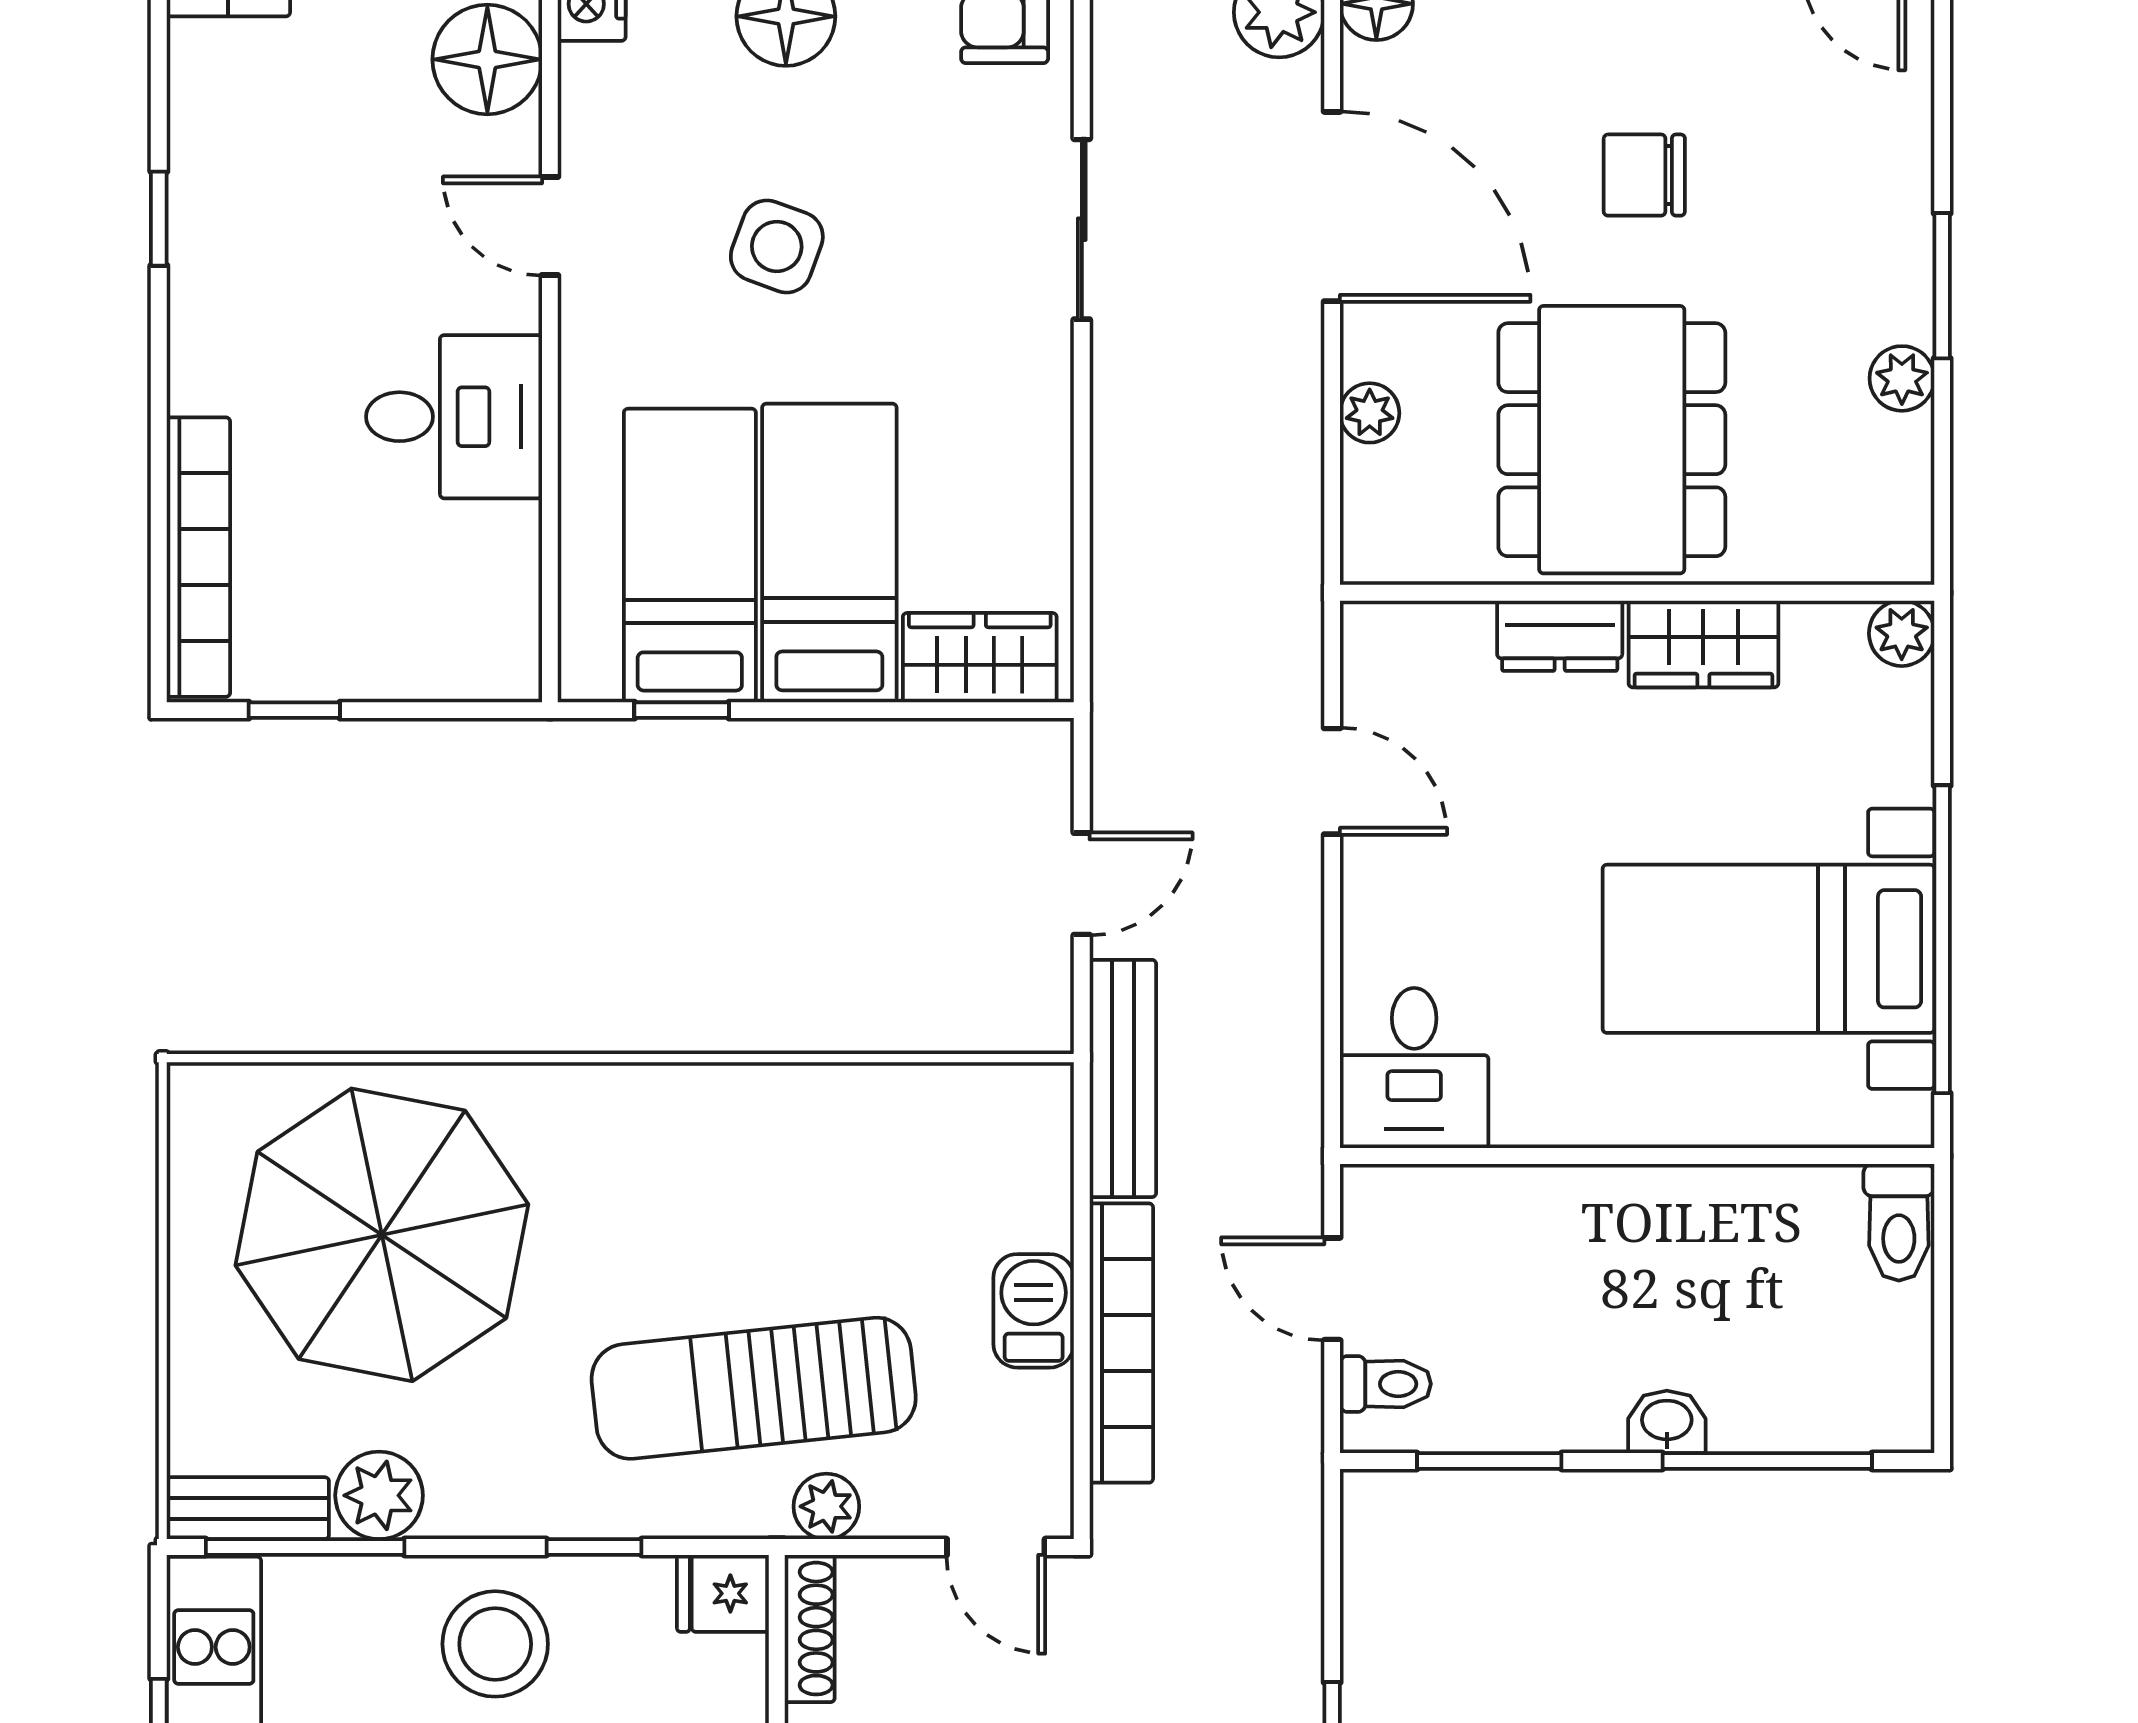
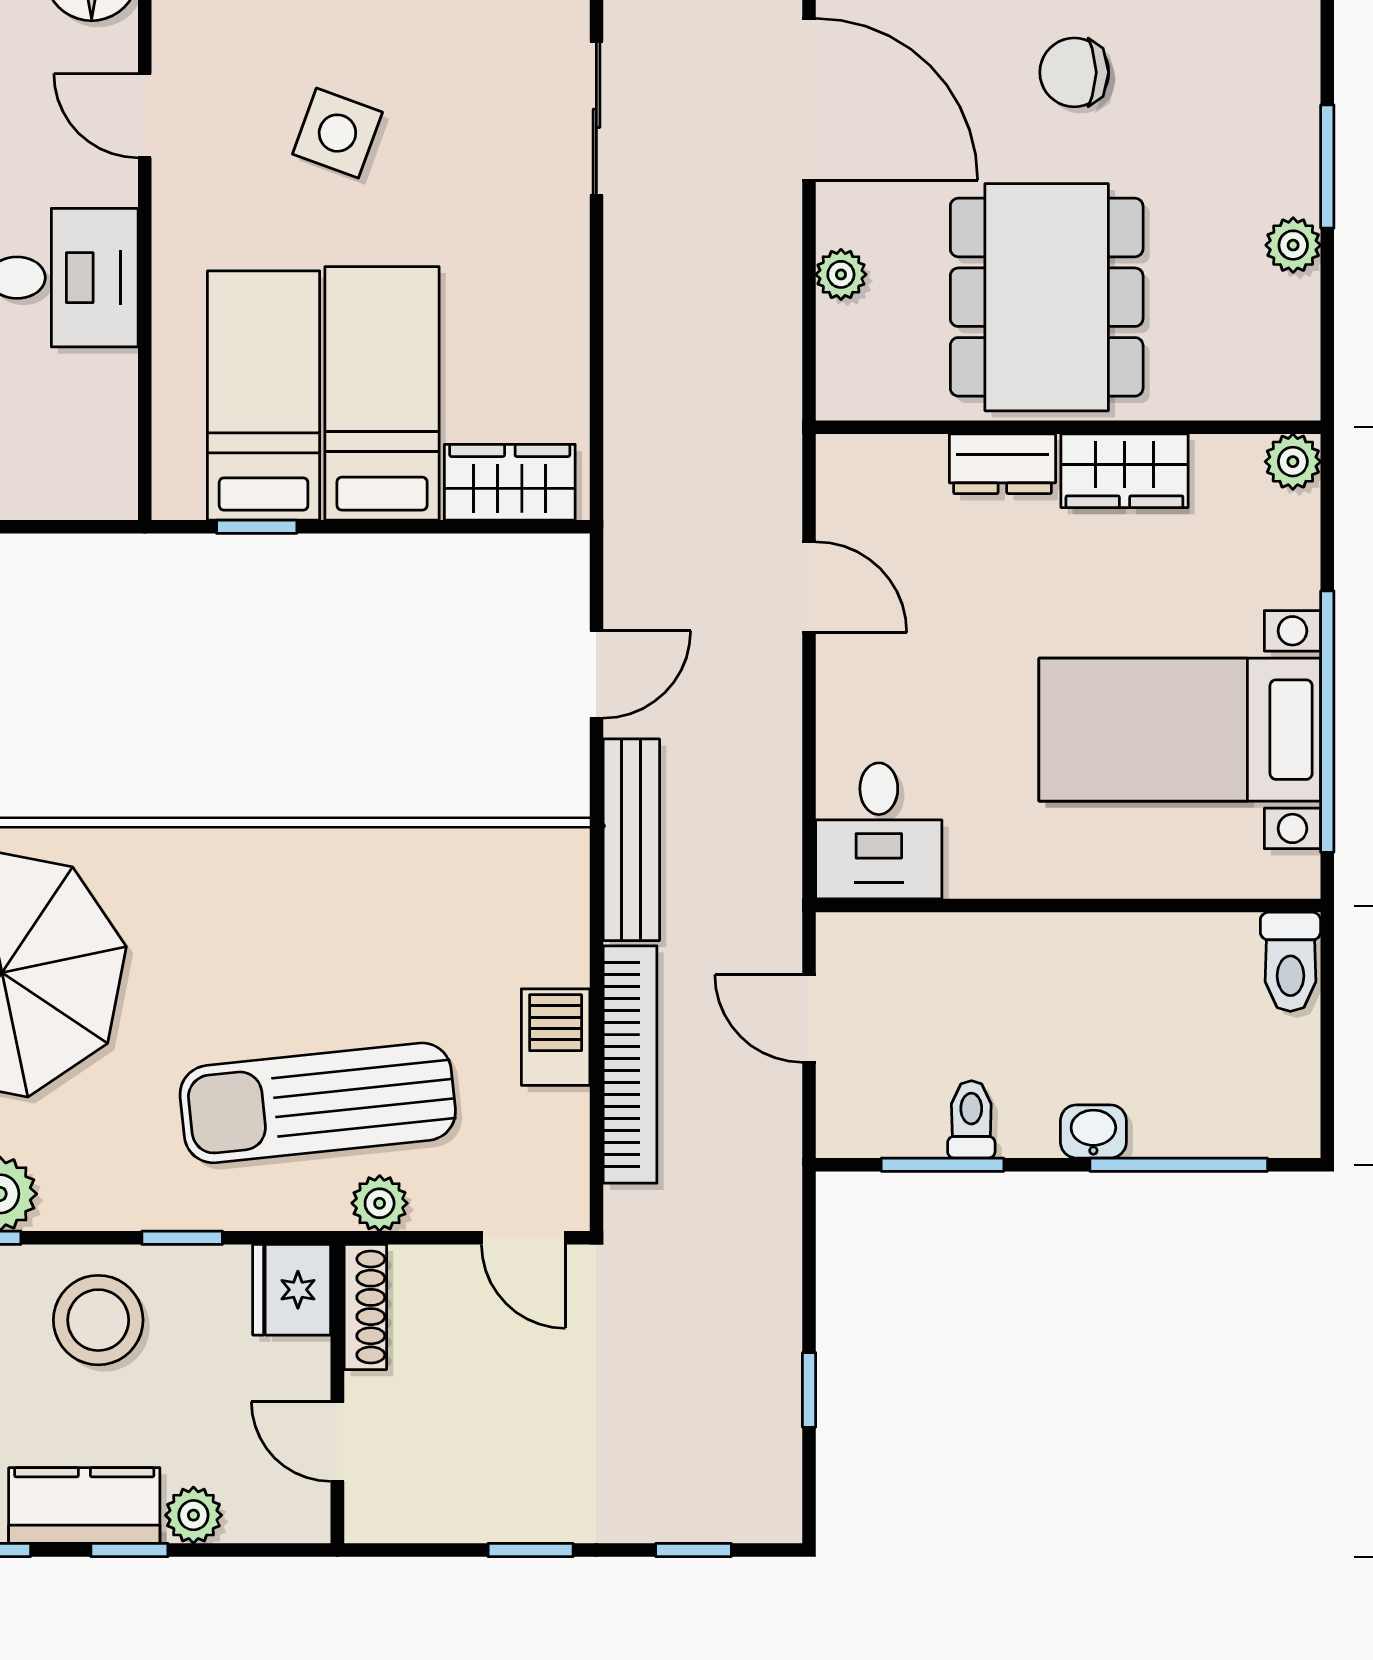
toilet: (1385, 1384) -> (971, 1119), moved, turned -90
fridge: (723, 1593) -> (292, 1290), width x1.38

